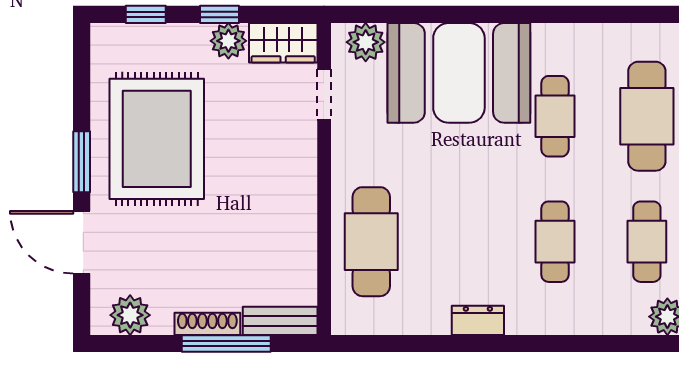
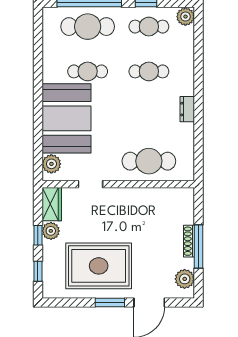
doorway: (324, 95) -> (90, 184), moved
bench: (280, 321) -> (188, 206), removed
window: (226, 343) -> (199, 247), moved

